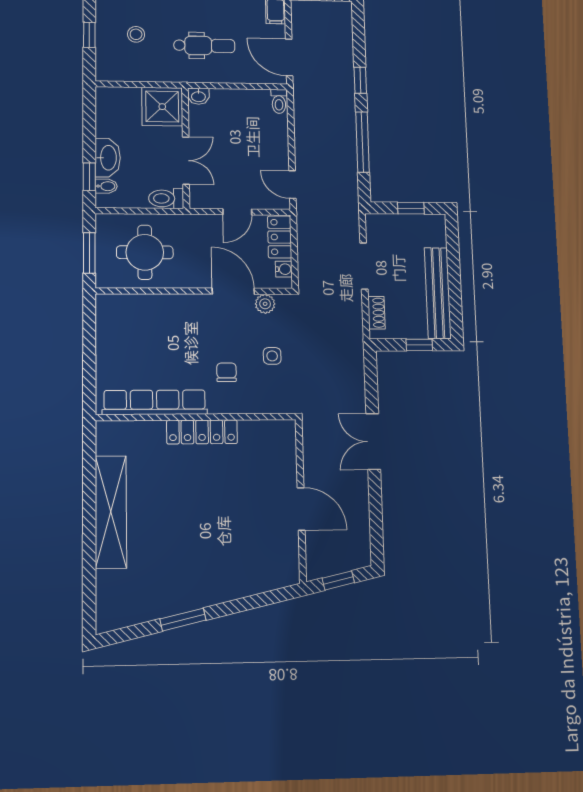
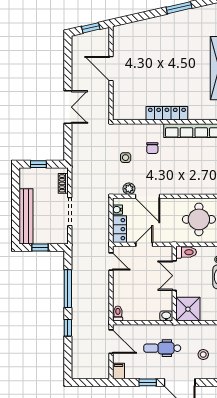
bench: (438, 293) -> (26, 216), moved

